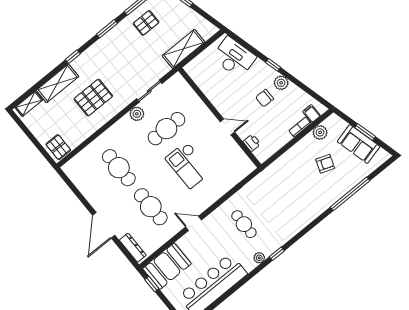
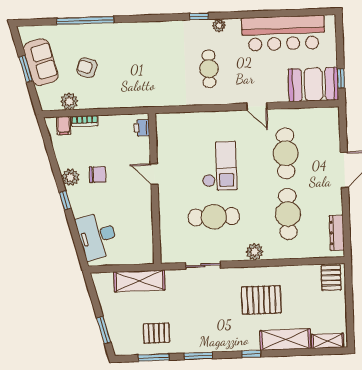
plant: (137, 114) -> (255, 252), moved
printer: (252, 143) -> (142, 128), moved
dresser: (133, 248) -> (337, 233), moved

